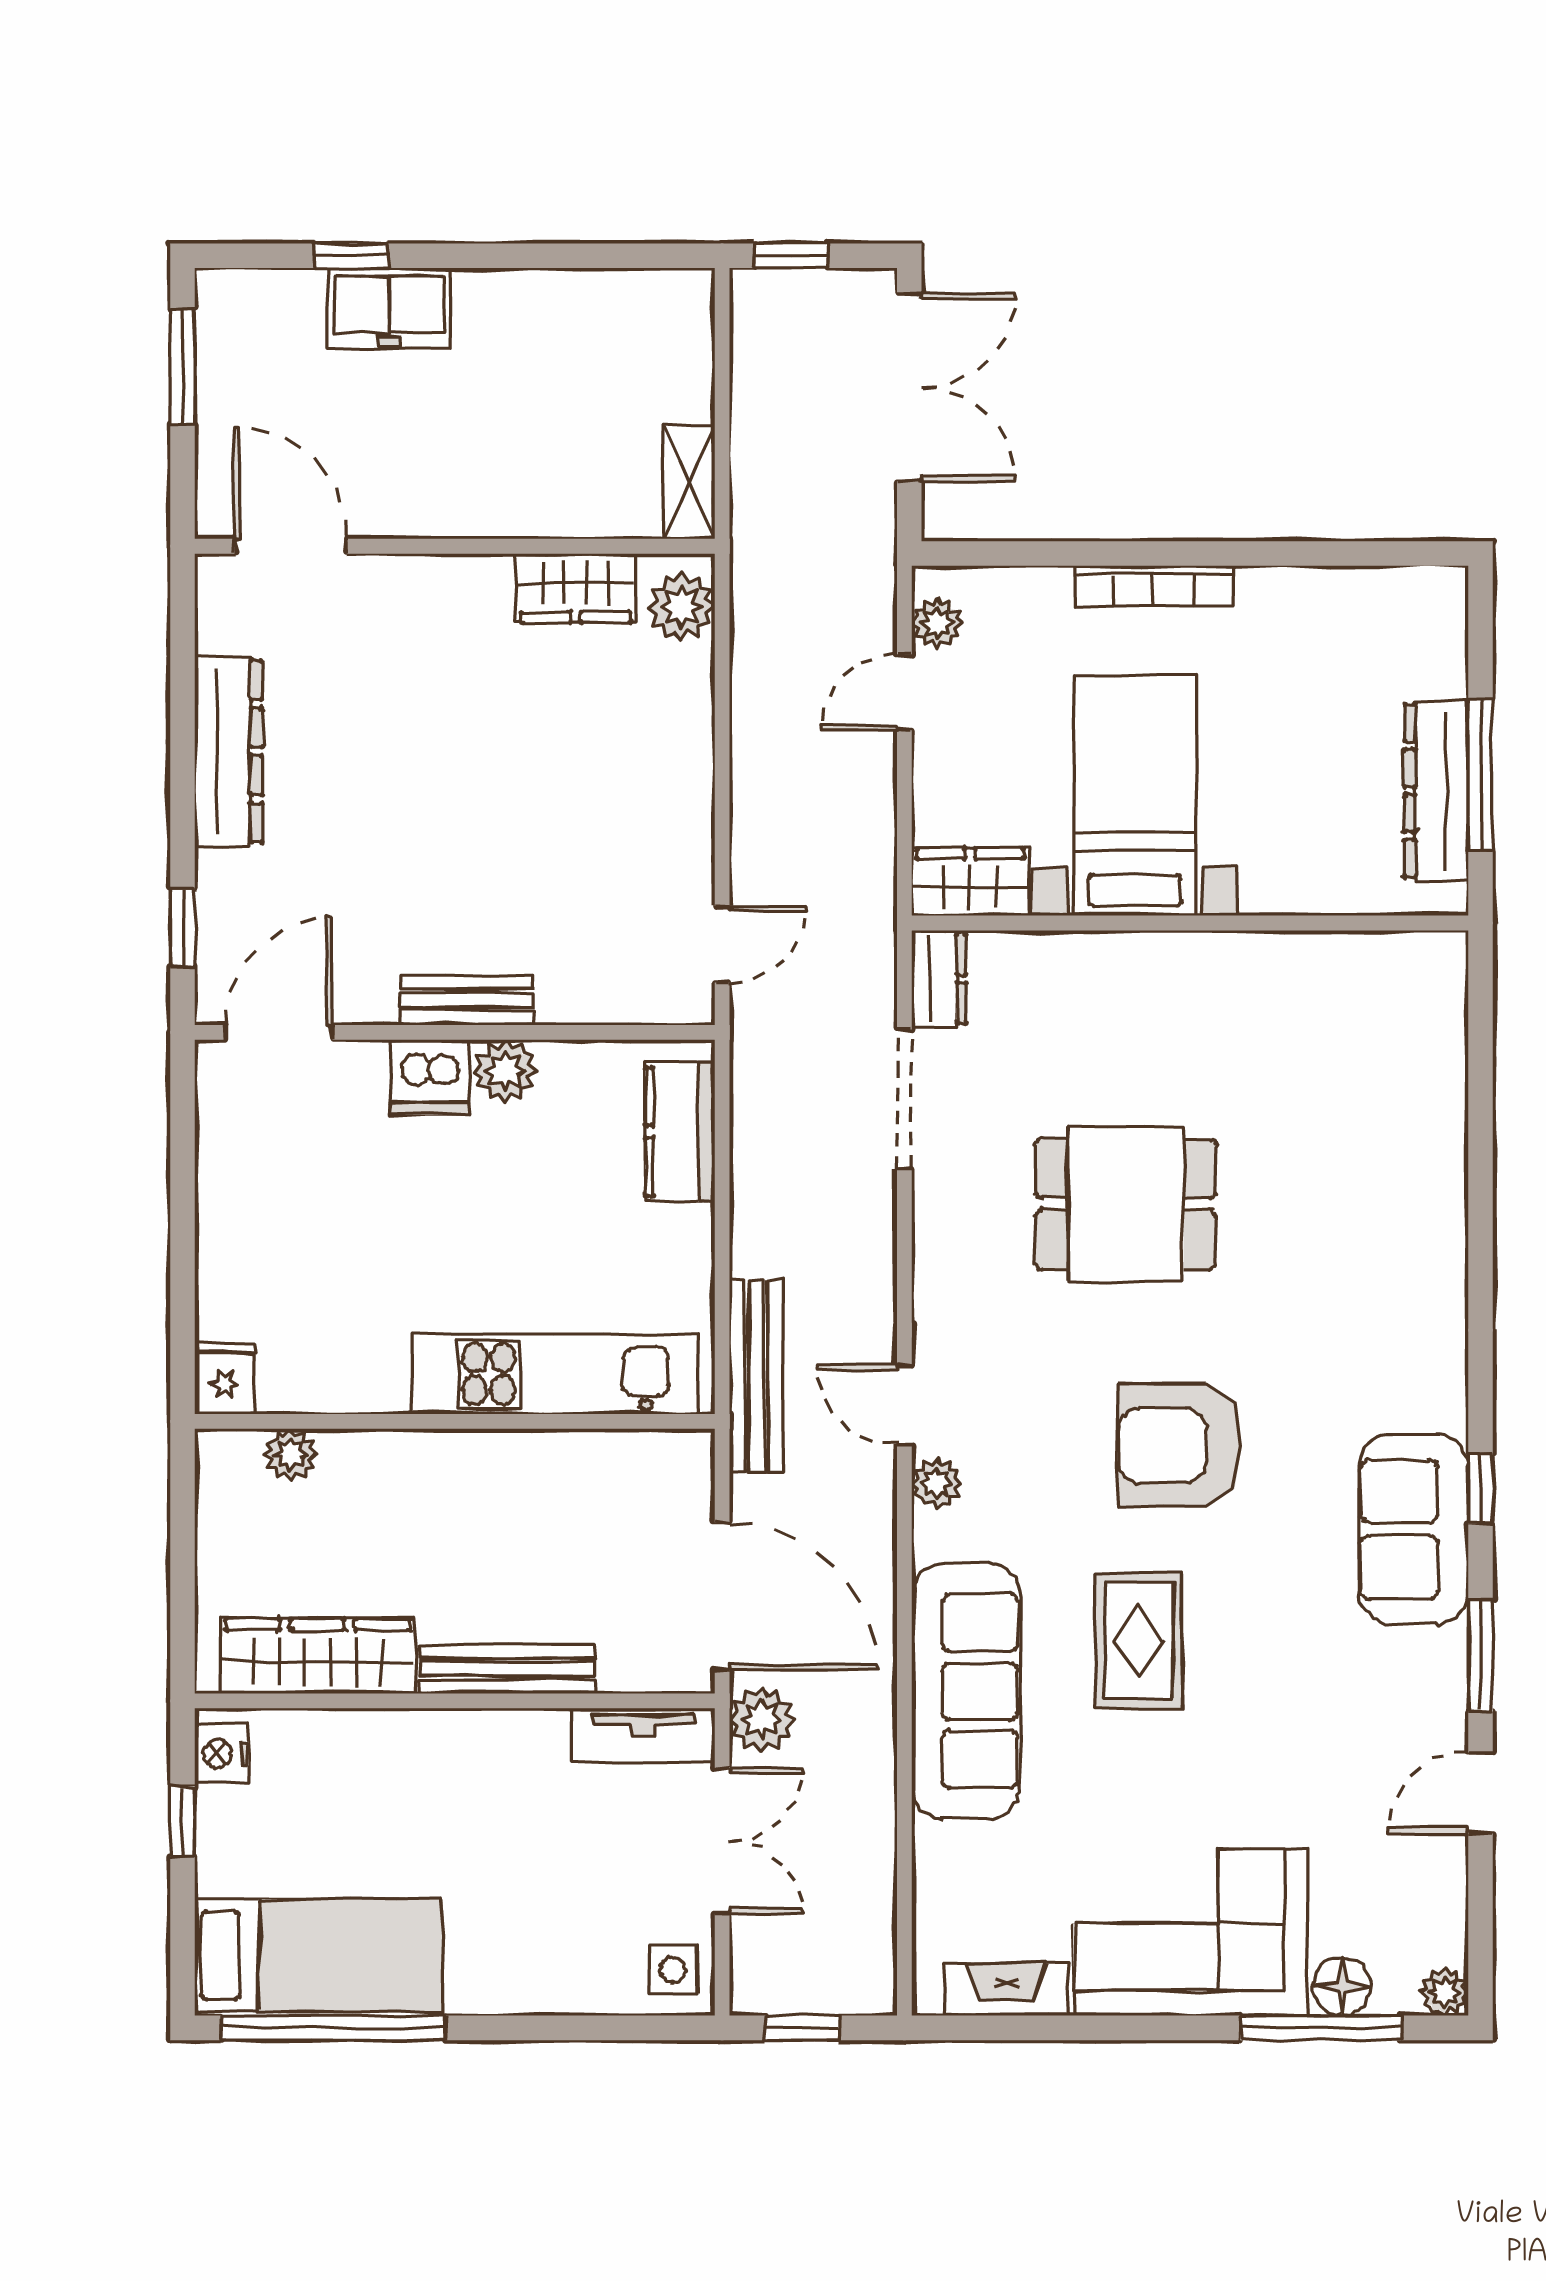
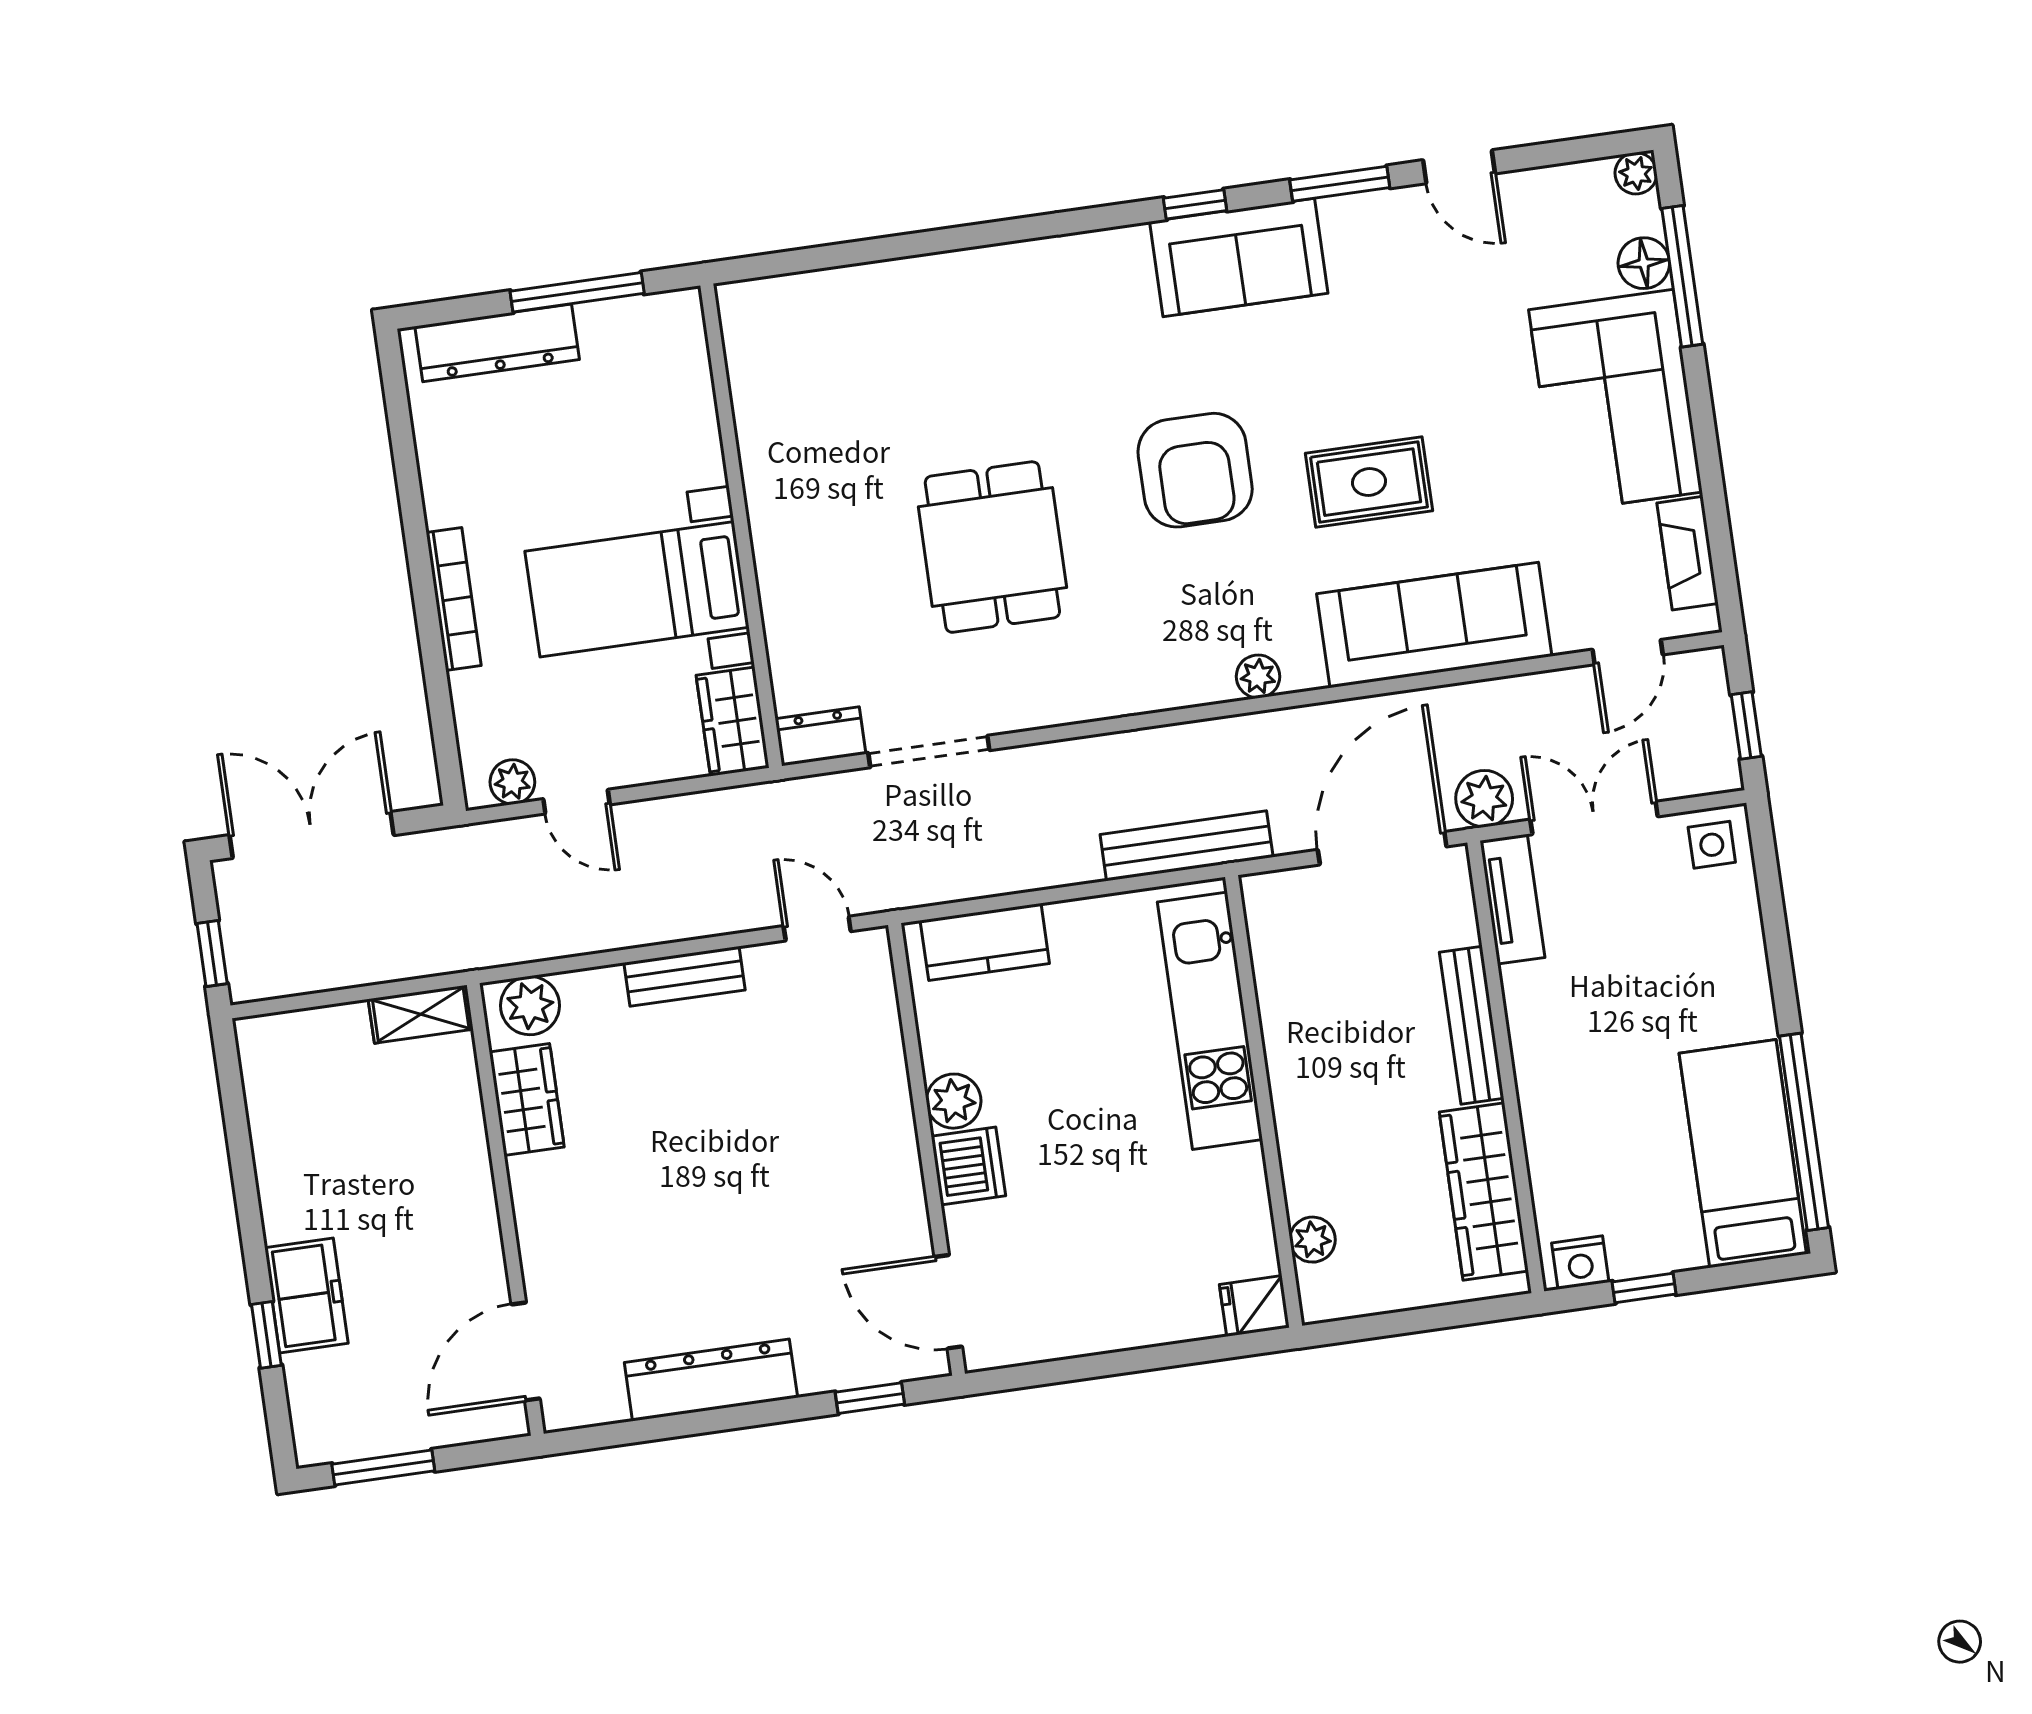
dresser: (1436, 791) -> (497, 343), moved
bench: (467, 1000) -> (684, 976), moved, turned 90
door: (904, 1405) -> (1628, 652), moved

